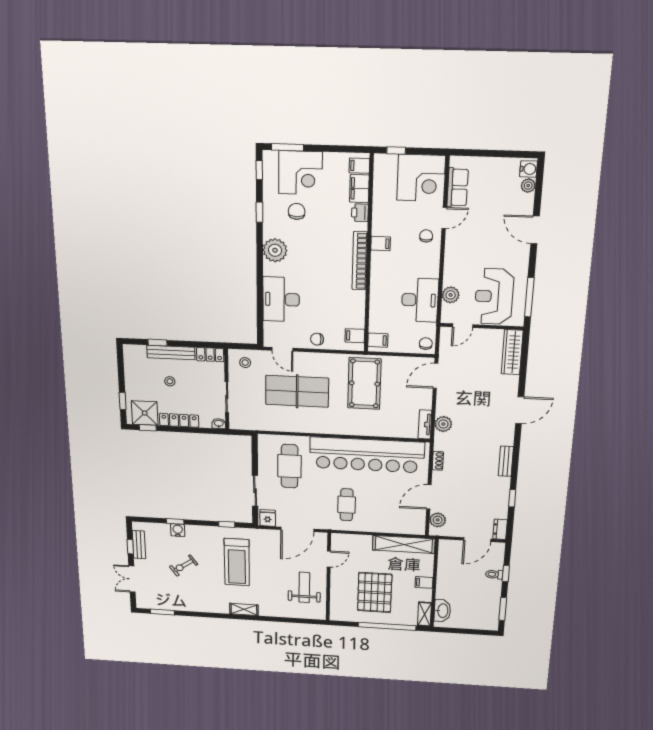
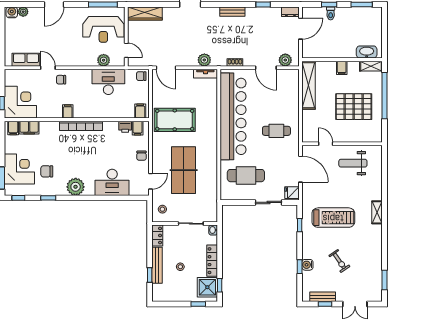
corner desk: (421, 178) -> (20, 102), moved
printer: (360, 213) -> (125, 127), moved
door: (477, 540) -> (301, 29), hinge flipped

